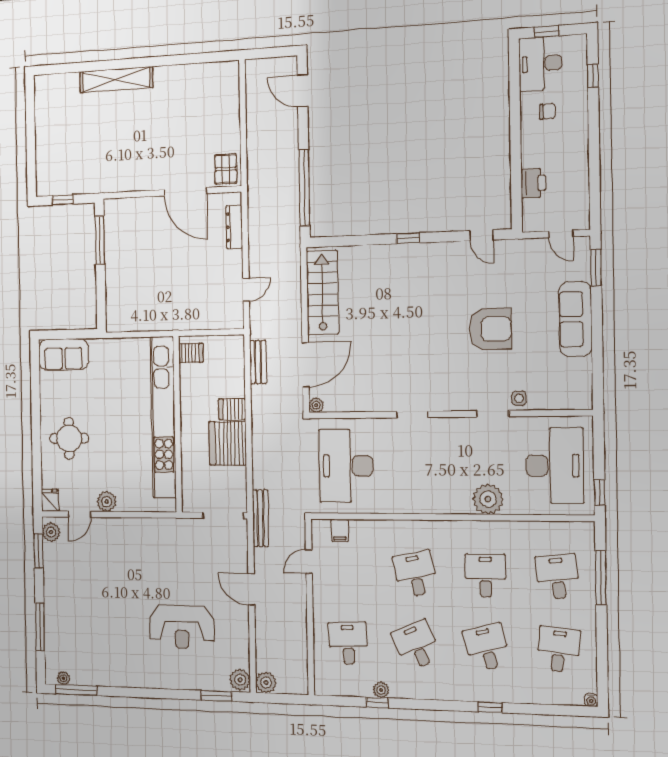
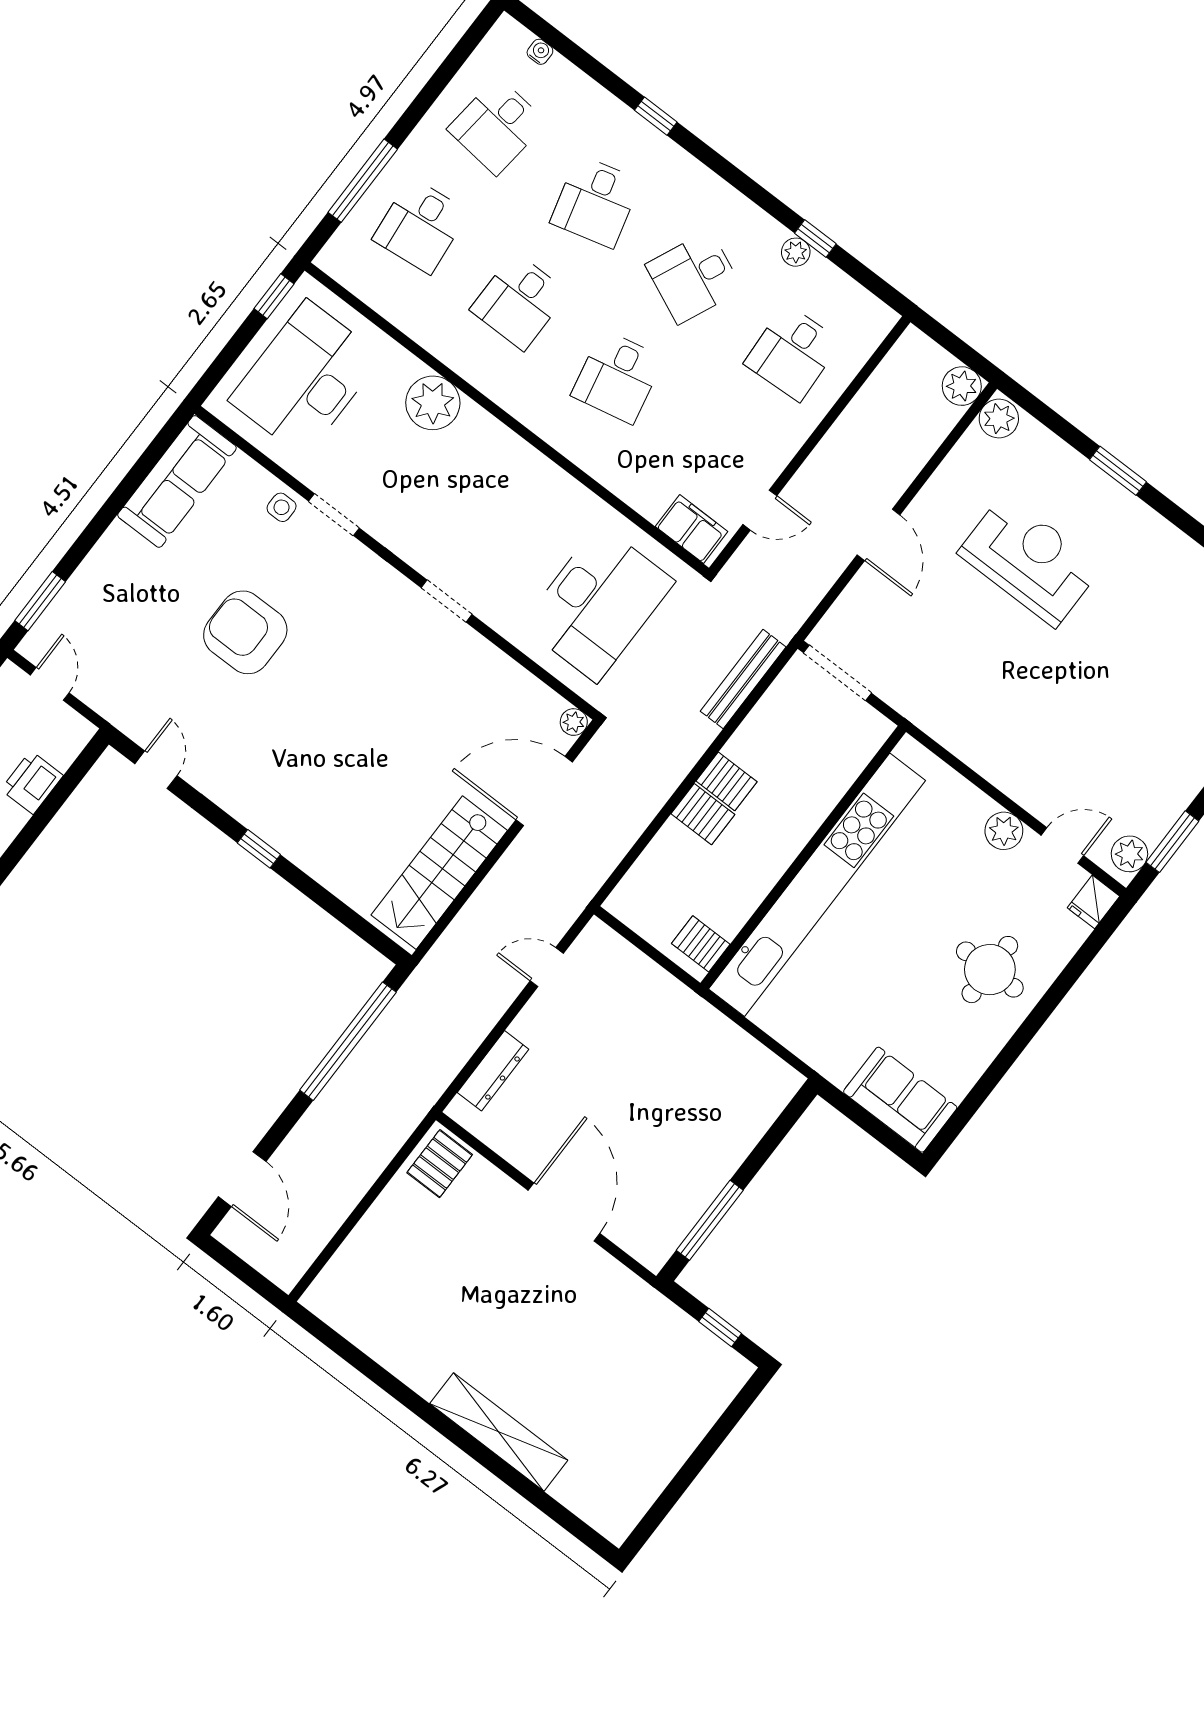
door: (185, 192) -> (564, 1212), moved
sofa: (575, 319) -> (177, 481), moved
bench: (258, 362) -> (611, 850), removed
server rack: (228, 443) -> (727, 781), width x0.46, depth x0.70
bench: (260, 518) -> (743, 679), moved
filing cabinet: (340, 530) -> (692, 529), width x2.00
desk: (417, 645) -> (694, 277), turned 48
window: (216, 696) -> (1118, 471), moved
water cooler: (591, 700) -> (540, 52), moved

